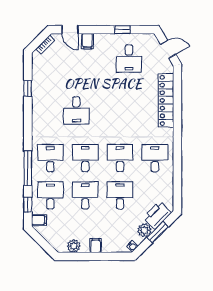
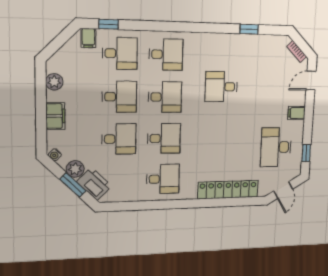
window: (122, 30) -> (306, 153), moved
filing cabinet: (87, 41) -> (297, 113), moved
desk: (129, 58) -> (276, 147), width x1.37
window: (28, 168) -> (154, 26), removed
filing cabinet: (95, 246) -> (55, 116), width x2.00

